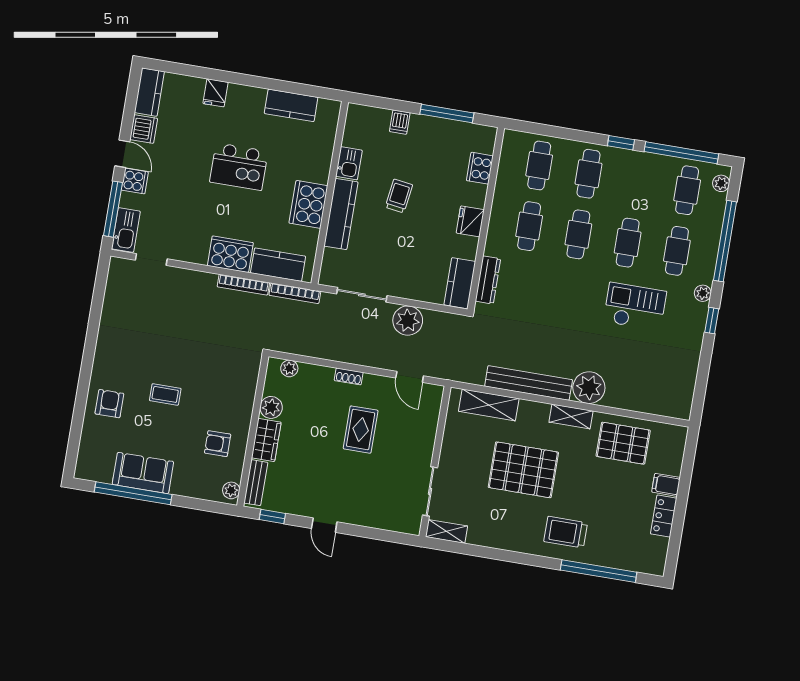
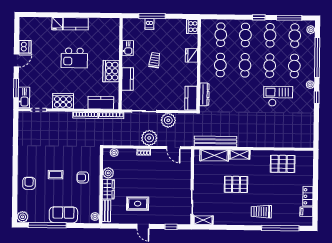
kitchen counter: (149, 92) -> (25, 28), removed
kitchen counter: (291, 105) -> (76, 24), moved
window: (447, 114) -> (152, 16), moved
window: (681, 153) -> (289, 18), width x0.68
door: (122, 154) -> (16, 60), hinge flipped
cooker: (480, 168) -> (192, 27), moved
cooker: (135, 181) -> (25, 73), removed
cafe table: (638, 182) -> (270, 35), added
window: (113, 209) -> (16, 88), width x0.69
kitchen counter: (341, 214) -> (128, 79), width x0.67
fridge: (470, 221) -> (191, 55), moved
cooker: (230, 254) -> (63, 101), moved
bench: (529, 383) -> (216, 141), moved
plant: (589, 388) -> (149, 138), moved
shelving: (571, 416) -> (240, 155), moved
rug: (361, 430) -> (138, 204), moved, turned 90
armchair: (218, 444) -> (83, 177), moved
plant: (86, 469) -> (23, 217), added
pallet: (523, 470) -> (236, 184), width x0.73, depth x0.71
sofa: (143, 473) -> (63, 215), moved
filing cabinet: (666, 485) -> (306, 212), moved
window: (272, 516) -> (171, 227), moved

